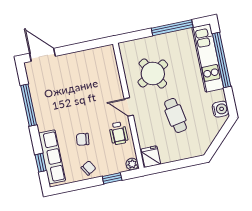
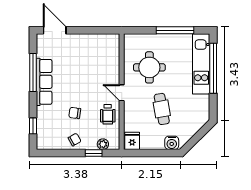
round table: (153, 73) -> (149, 67), turned 30
water cooler: (220, 109) -> (172, 143), moved, turned 90
row of seats: (52, 157) -> (44, 82), moved
plant: (132, 164) -> (103, 144), moved

